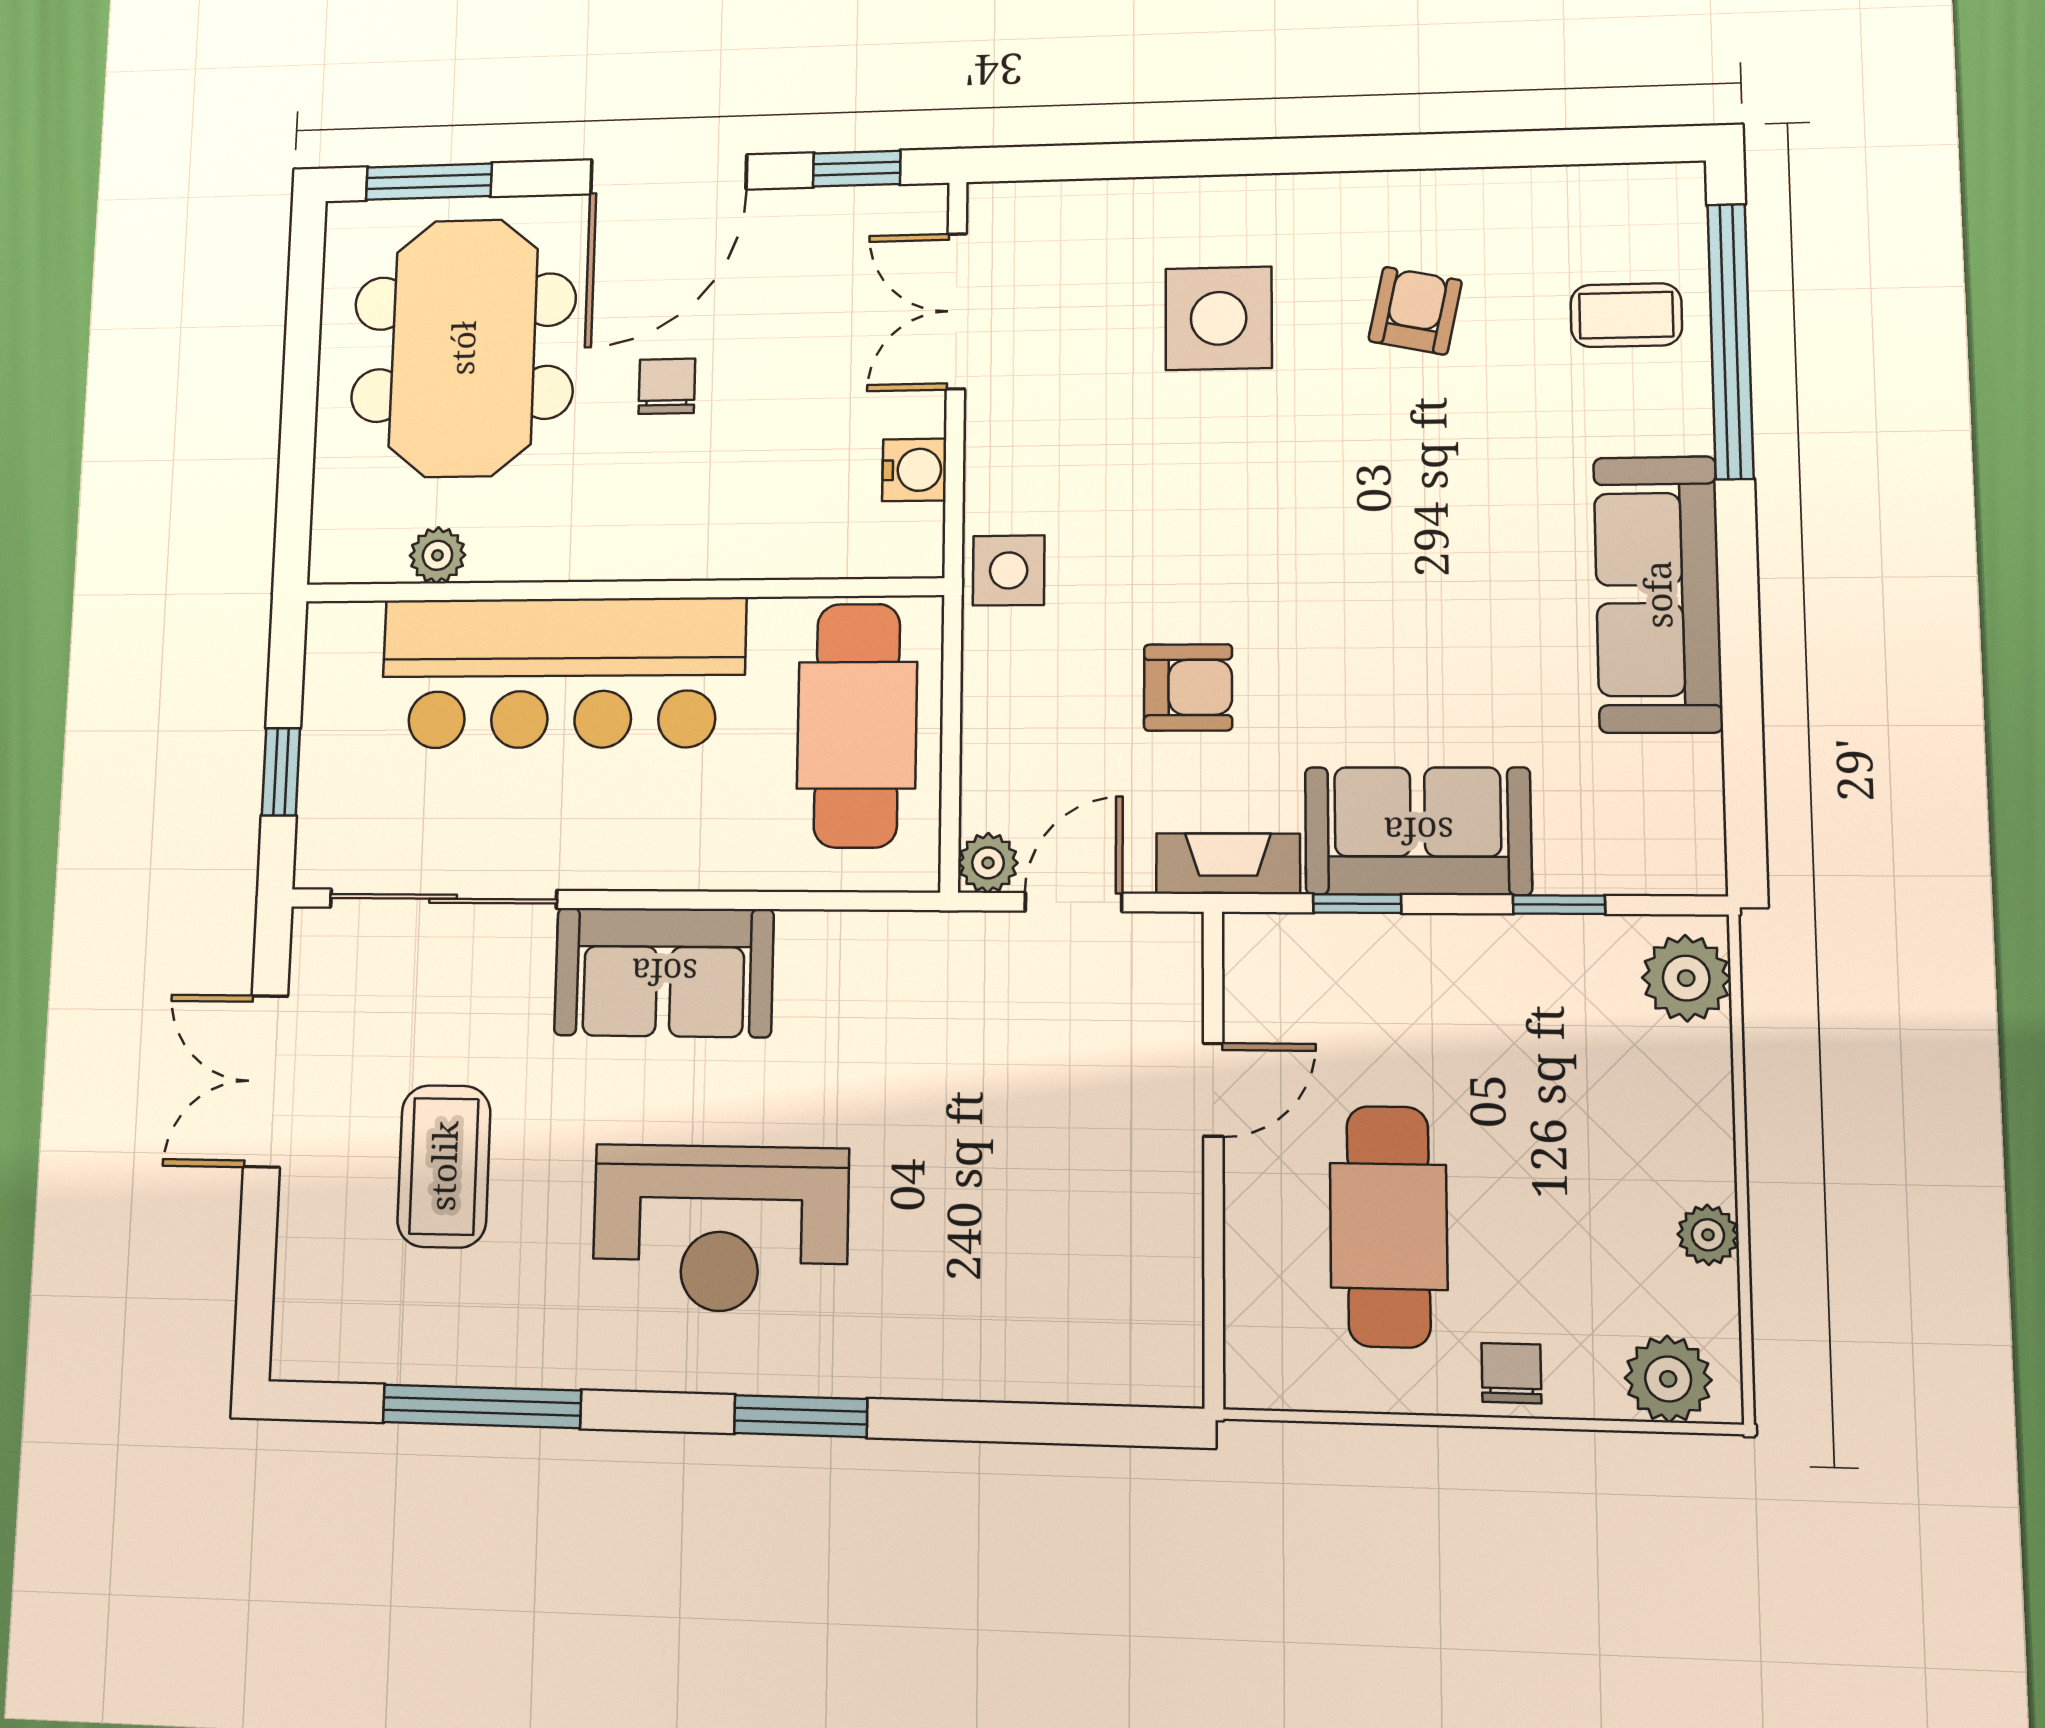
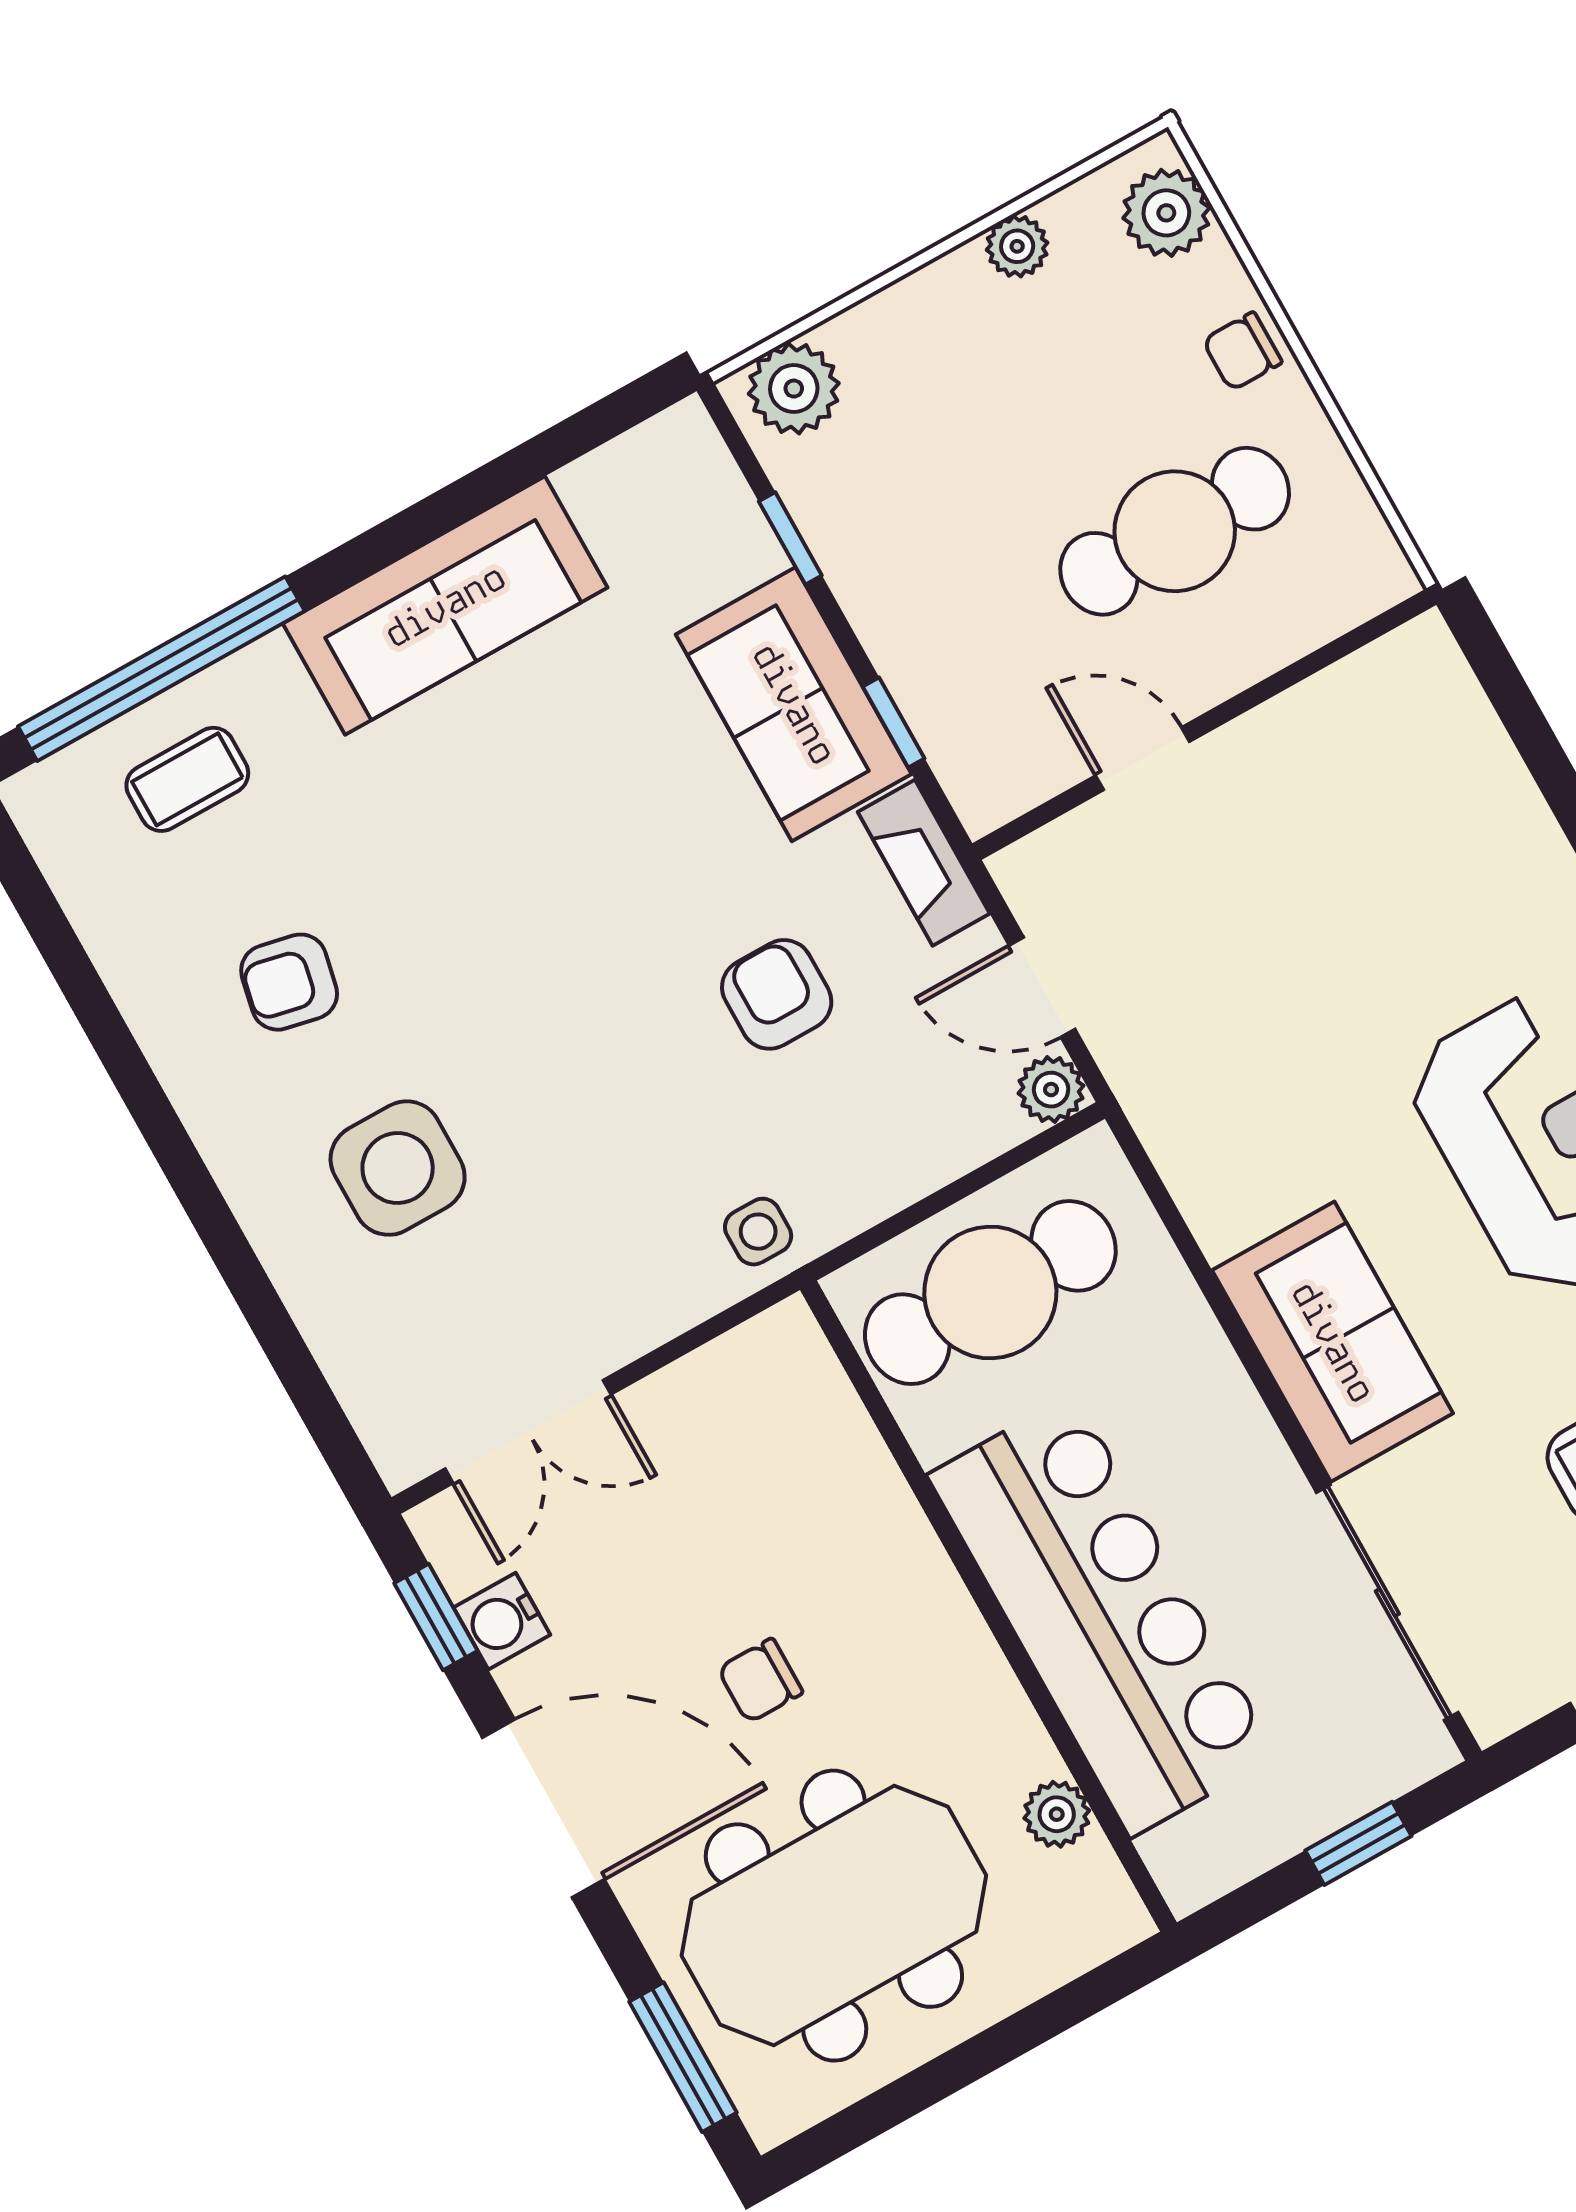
coffee table: (1626, 315) -> (187, 779), turned 90
water cooler: (914, 470) -> (502, 1621), moved, turned -90
side table: (1009, 570) -> (758, 1232), width x0.73, depth x0.73

